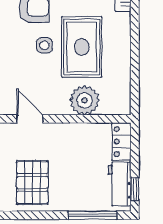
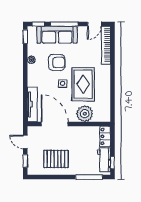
door: (30, 119) -> (55, 124), width x1.88
pallet: (32, 182) -> (56, 159), turned 90

